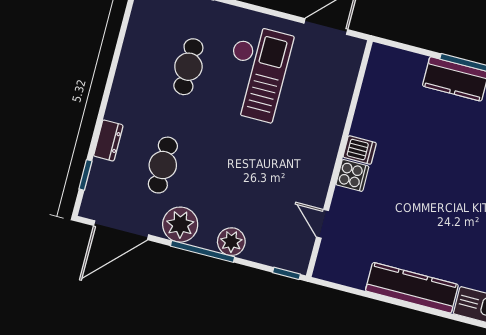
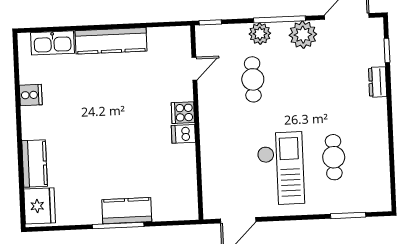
checkout: (256, 73) -> (281, 168), turned 180
cafe table: (163, 165) -> (253, 79), moved
door: (322, 224) -> (194, 69), hinge flipped

